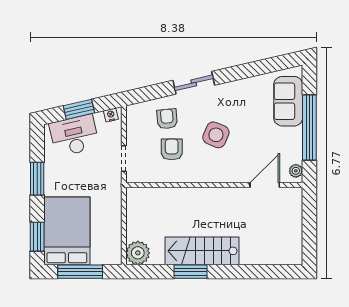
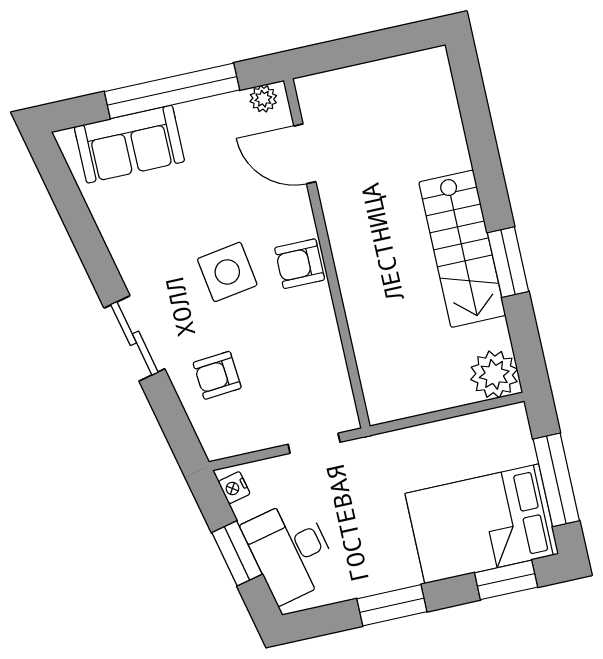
side table: (216, 135) -> (227, 272), turned -32
armchair: (172, 149) -> (300, 264), moved

